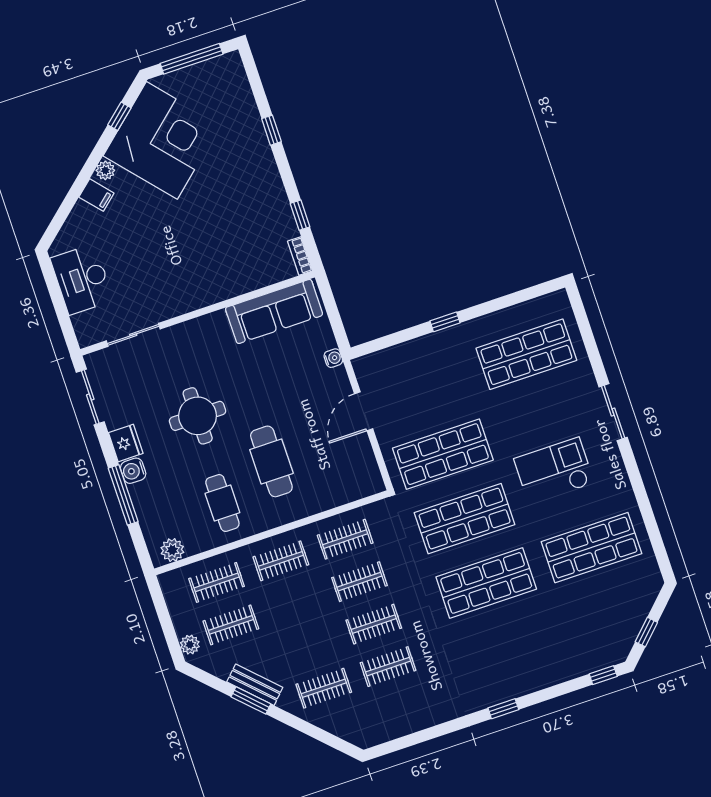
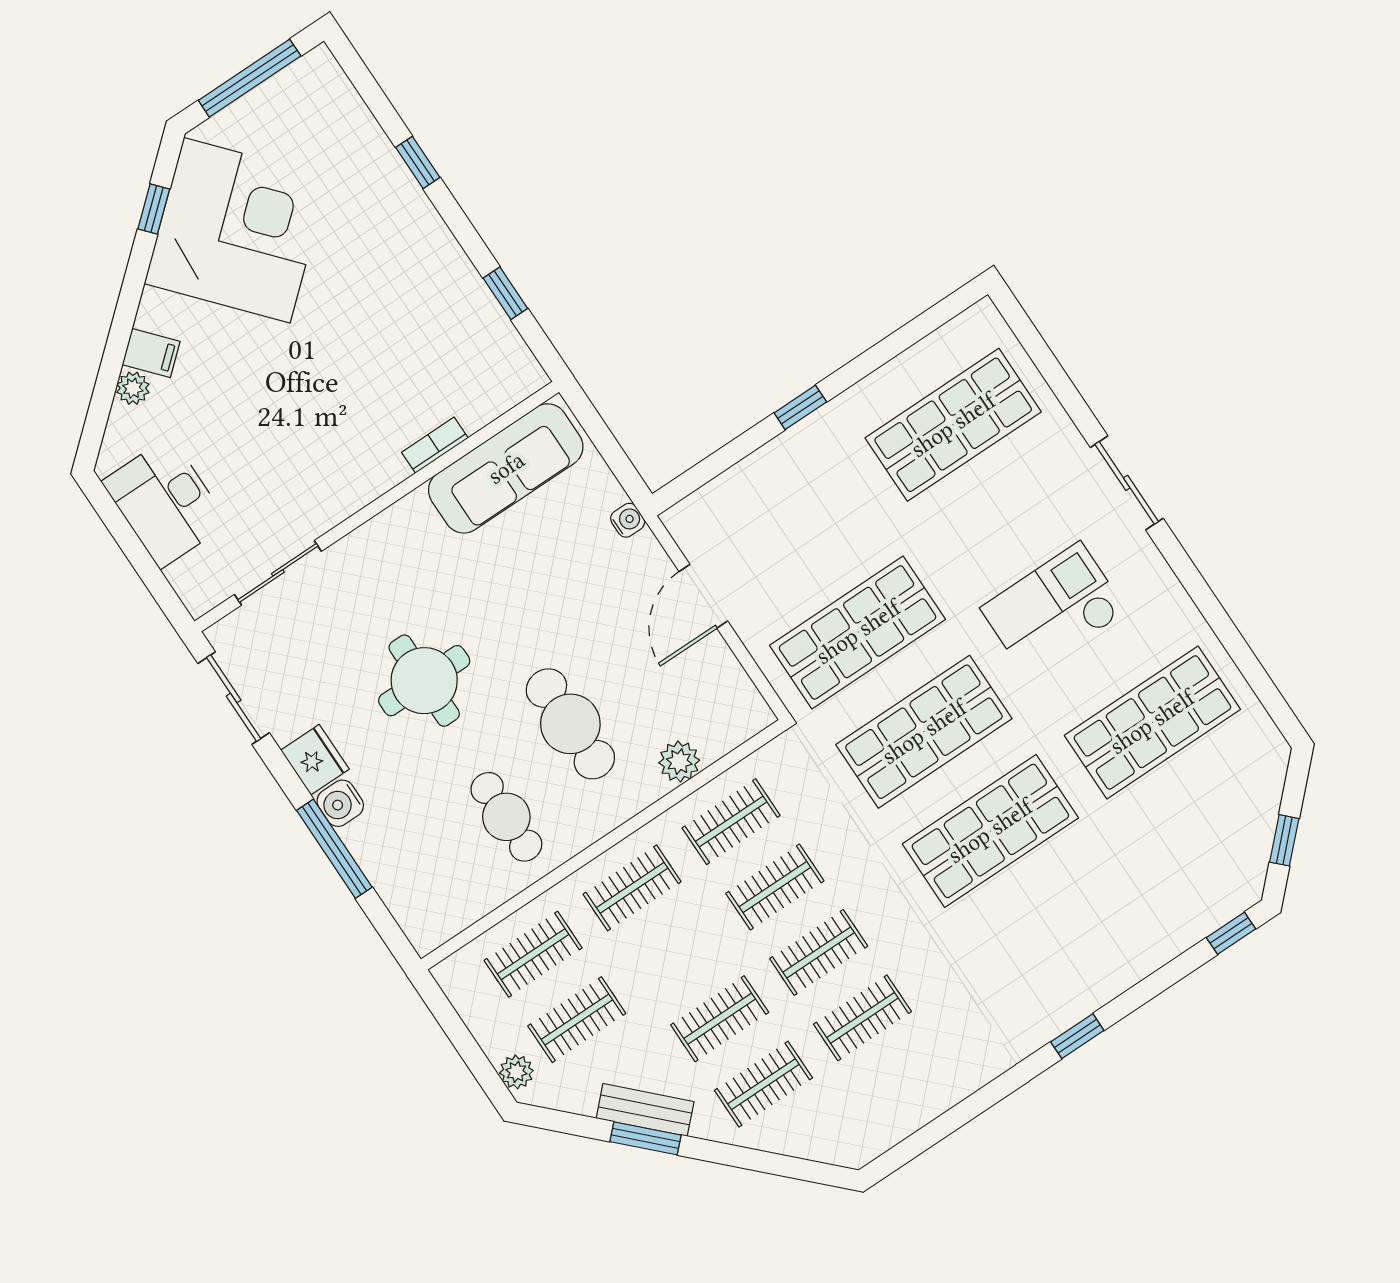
plant: (105, 170) -> (133, 388), moved
bookcase: (300, 256) -> (435, 445), moved, turned 90
plant: (172, 550) -> (679, 762), moved
clothes rail: (309, 646) -> (720, 1019), added

